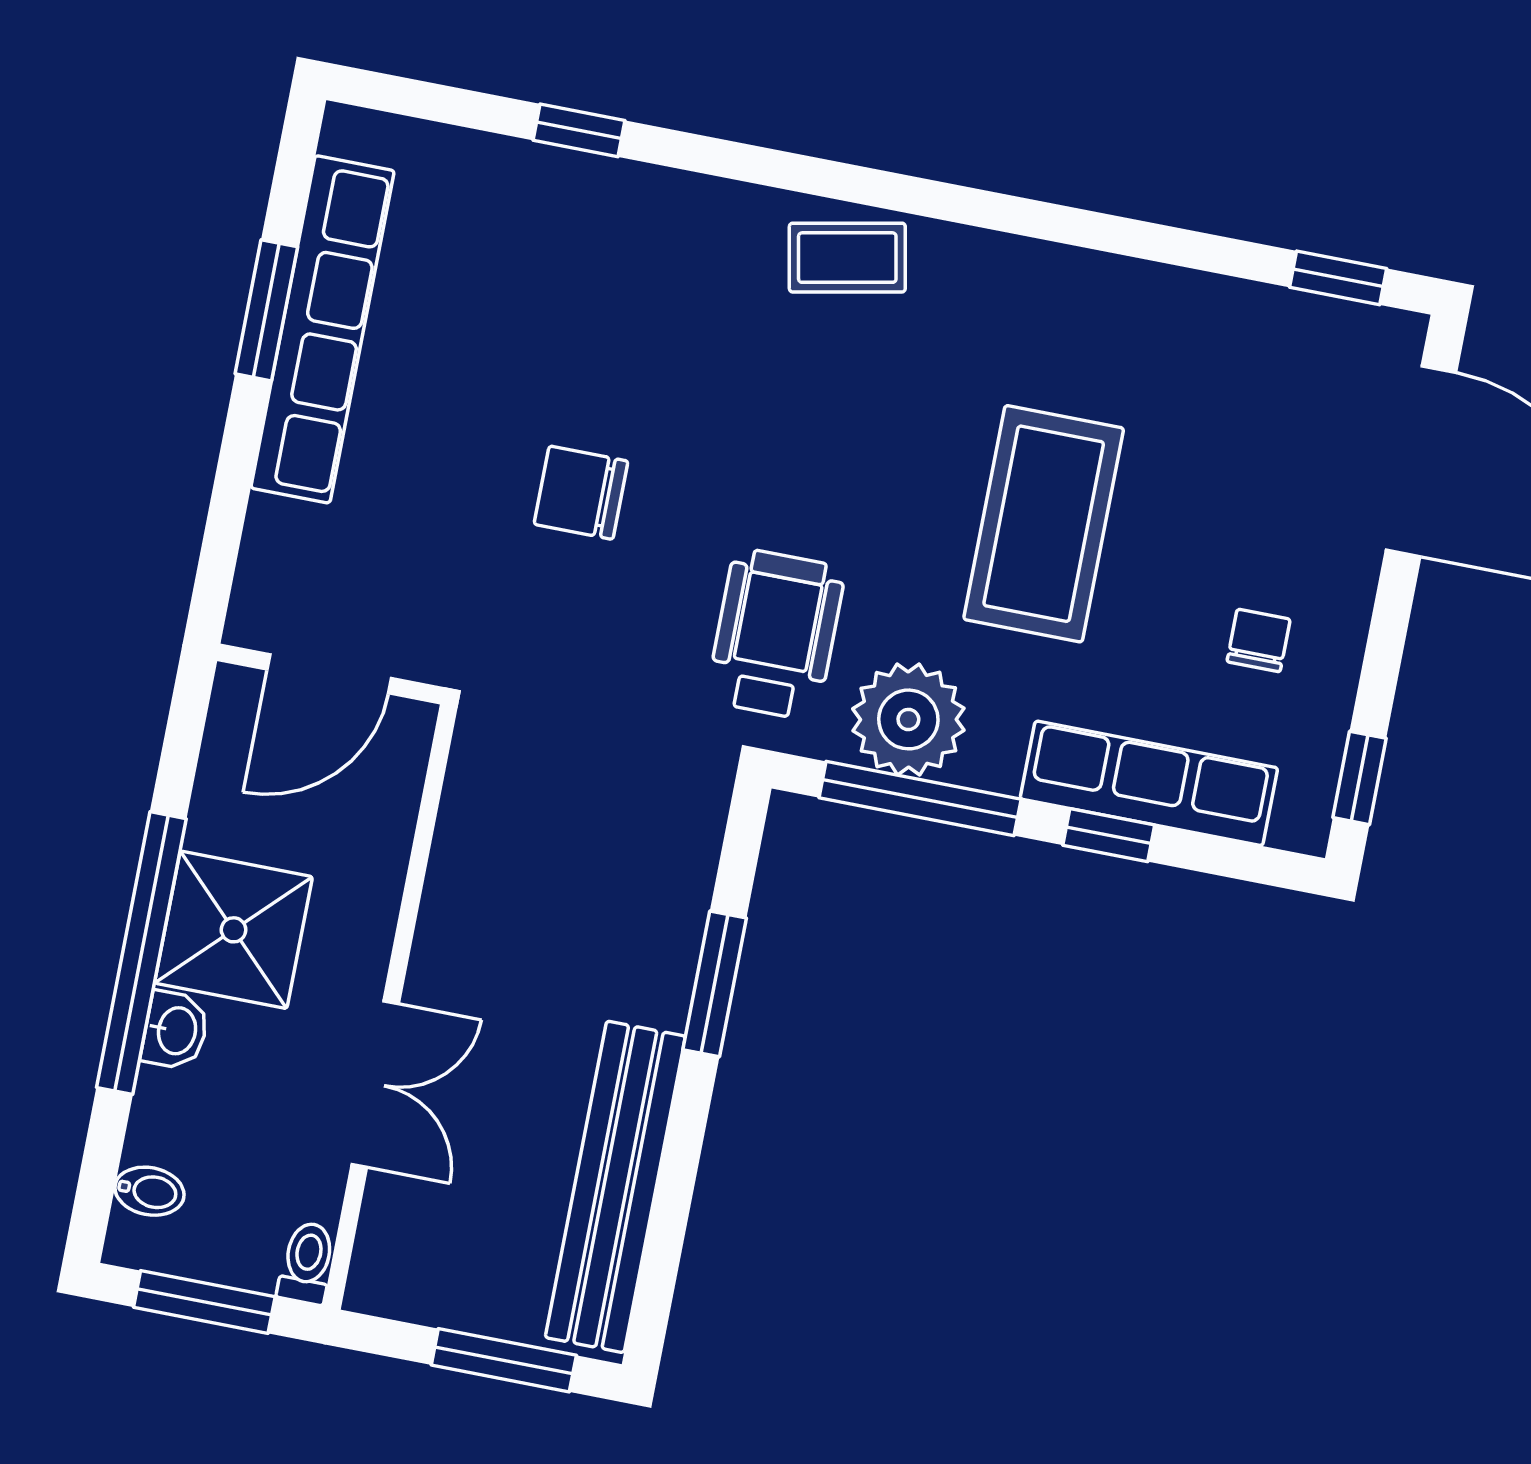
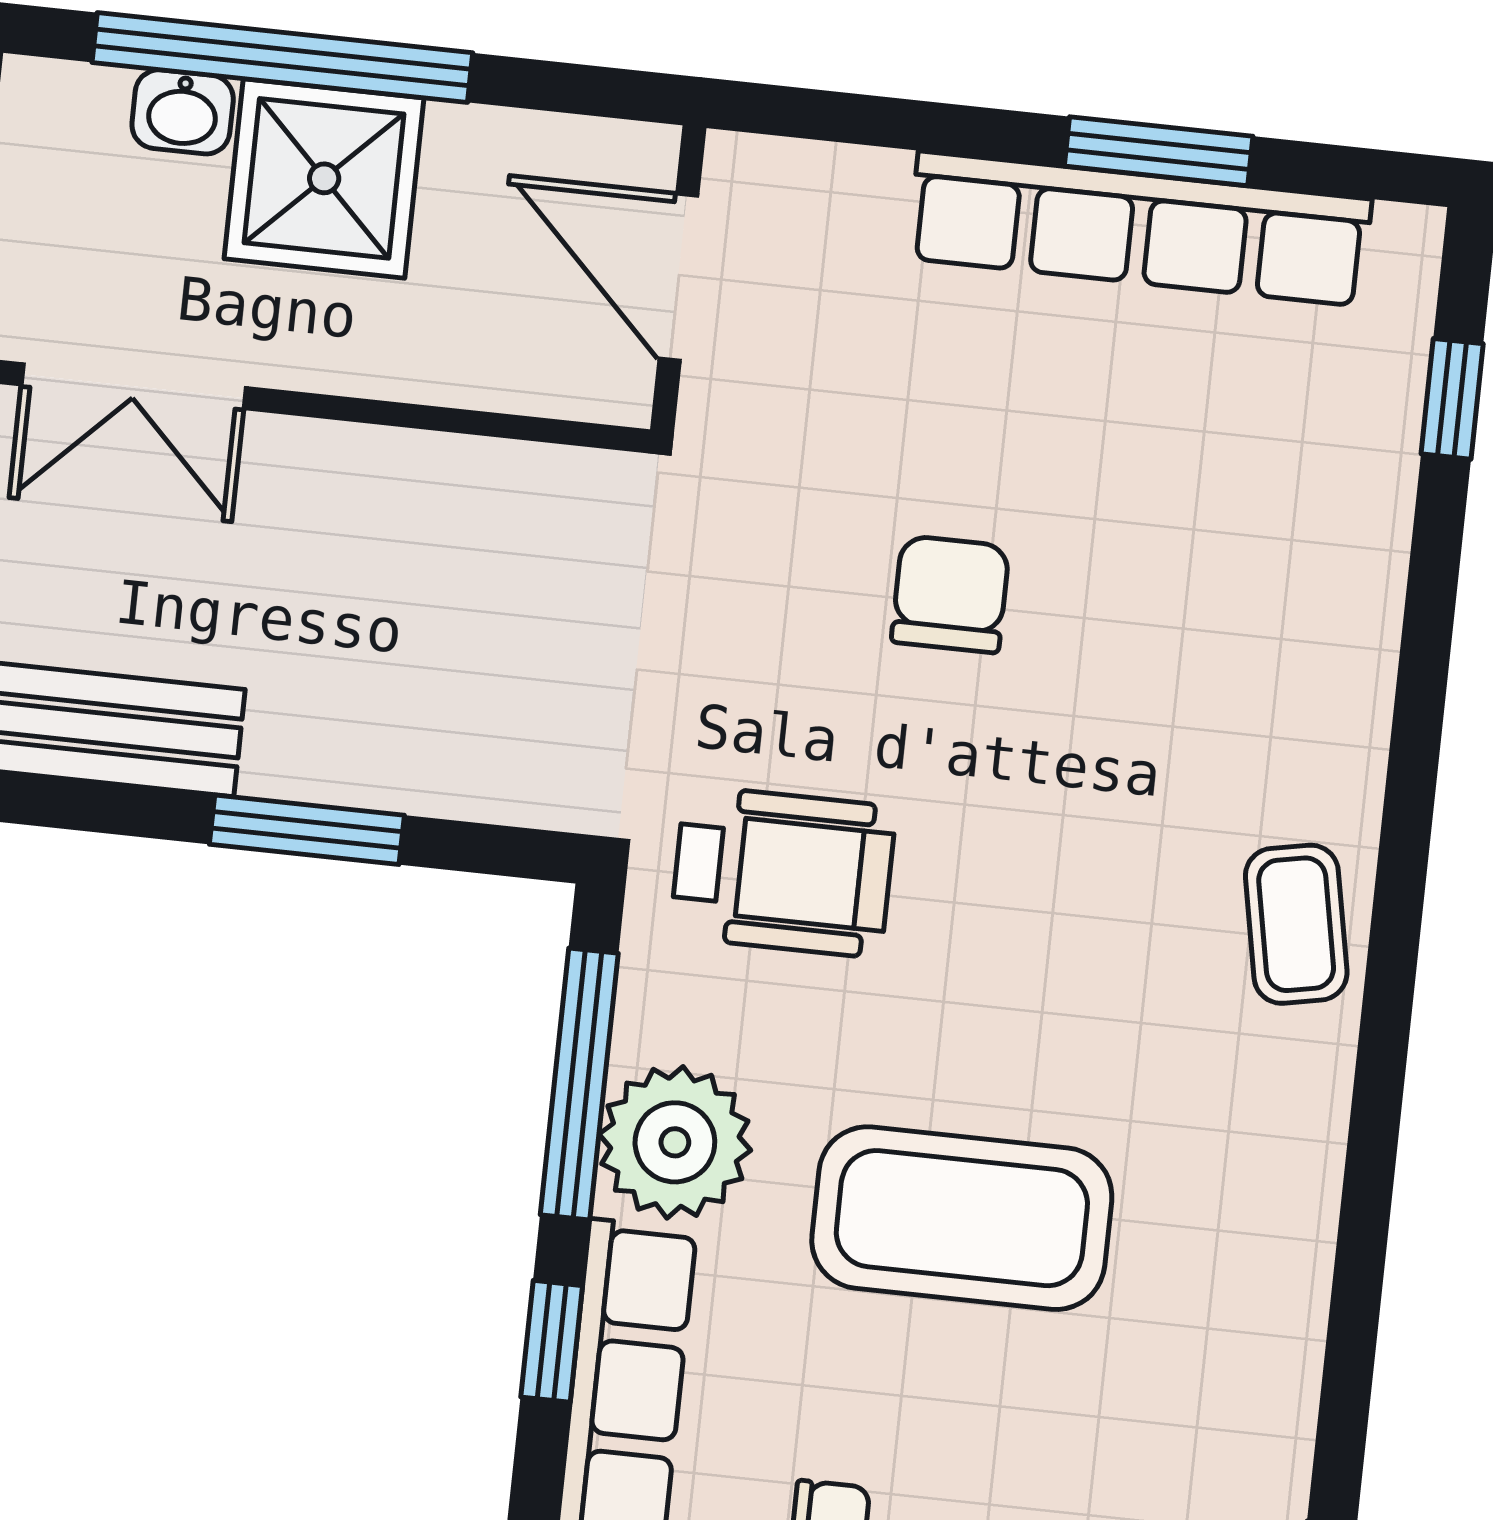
window: (579, 130) -> (1452, 399), moved
plant: (908, 719) -> (675, 1142), moved

